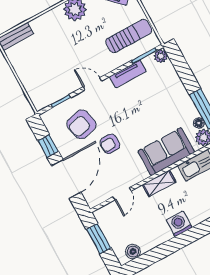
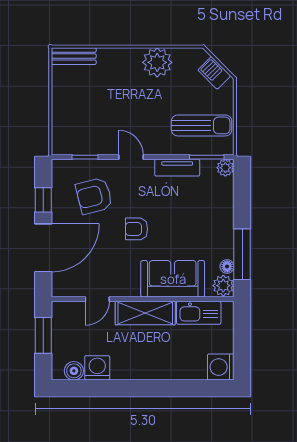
armchair: (110, 144) -> (136, 229), moved
shelving: (159, 183) -> (145, 313), width x1.50, depth x1.33
washing machine: (179, 224) -> (97, 368), moved

